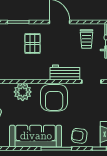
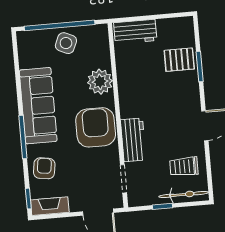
pallet: (33, 43) -> (179, 60), moved
armchair: (54, 98) -> (96, 127), turned 90

